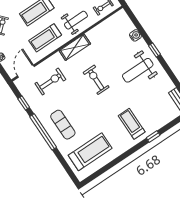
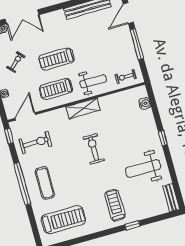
water cooler: (135, 35) -> (145, 103), moved
weight bench: (138, 70) -> (143, 168), moved
exercise bike: (50, 82) -> (35, 143), moved
window: (24, 103) -> (9, 136), moved

